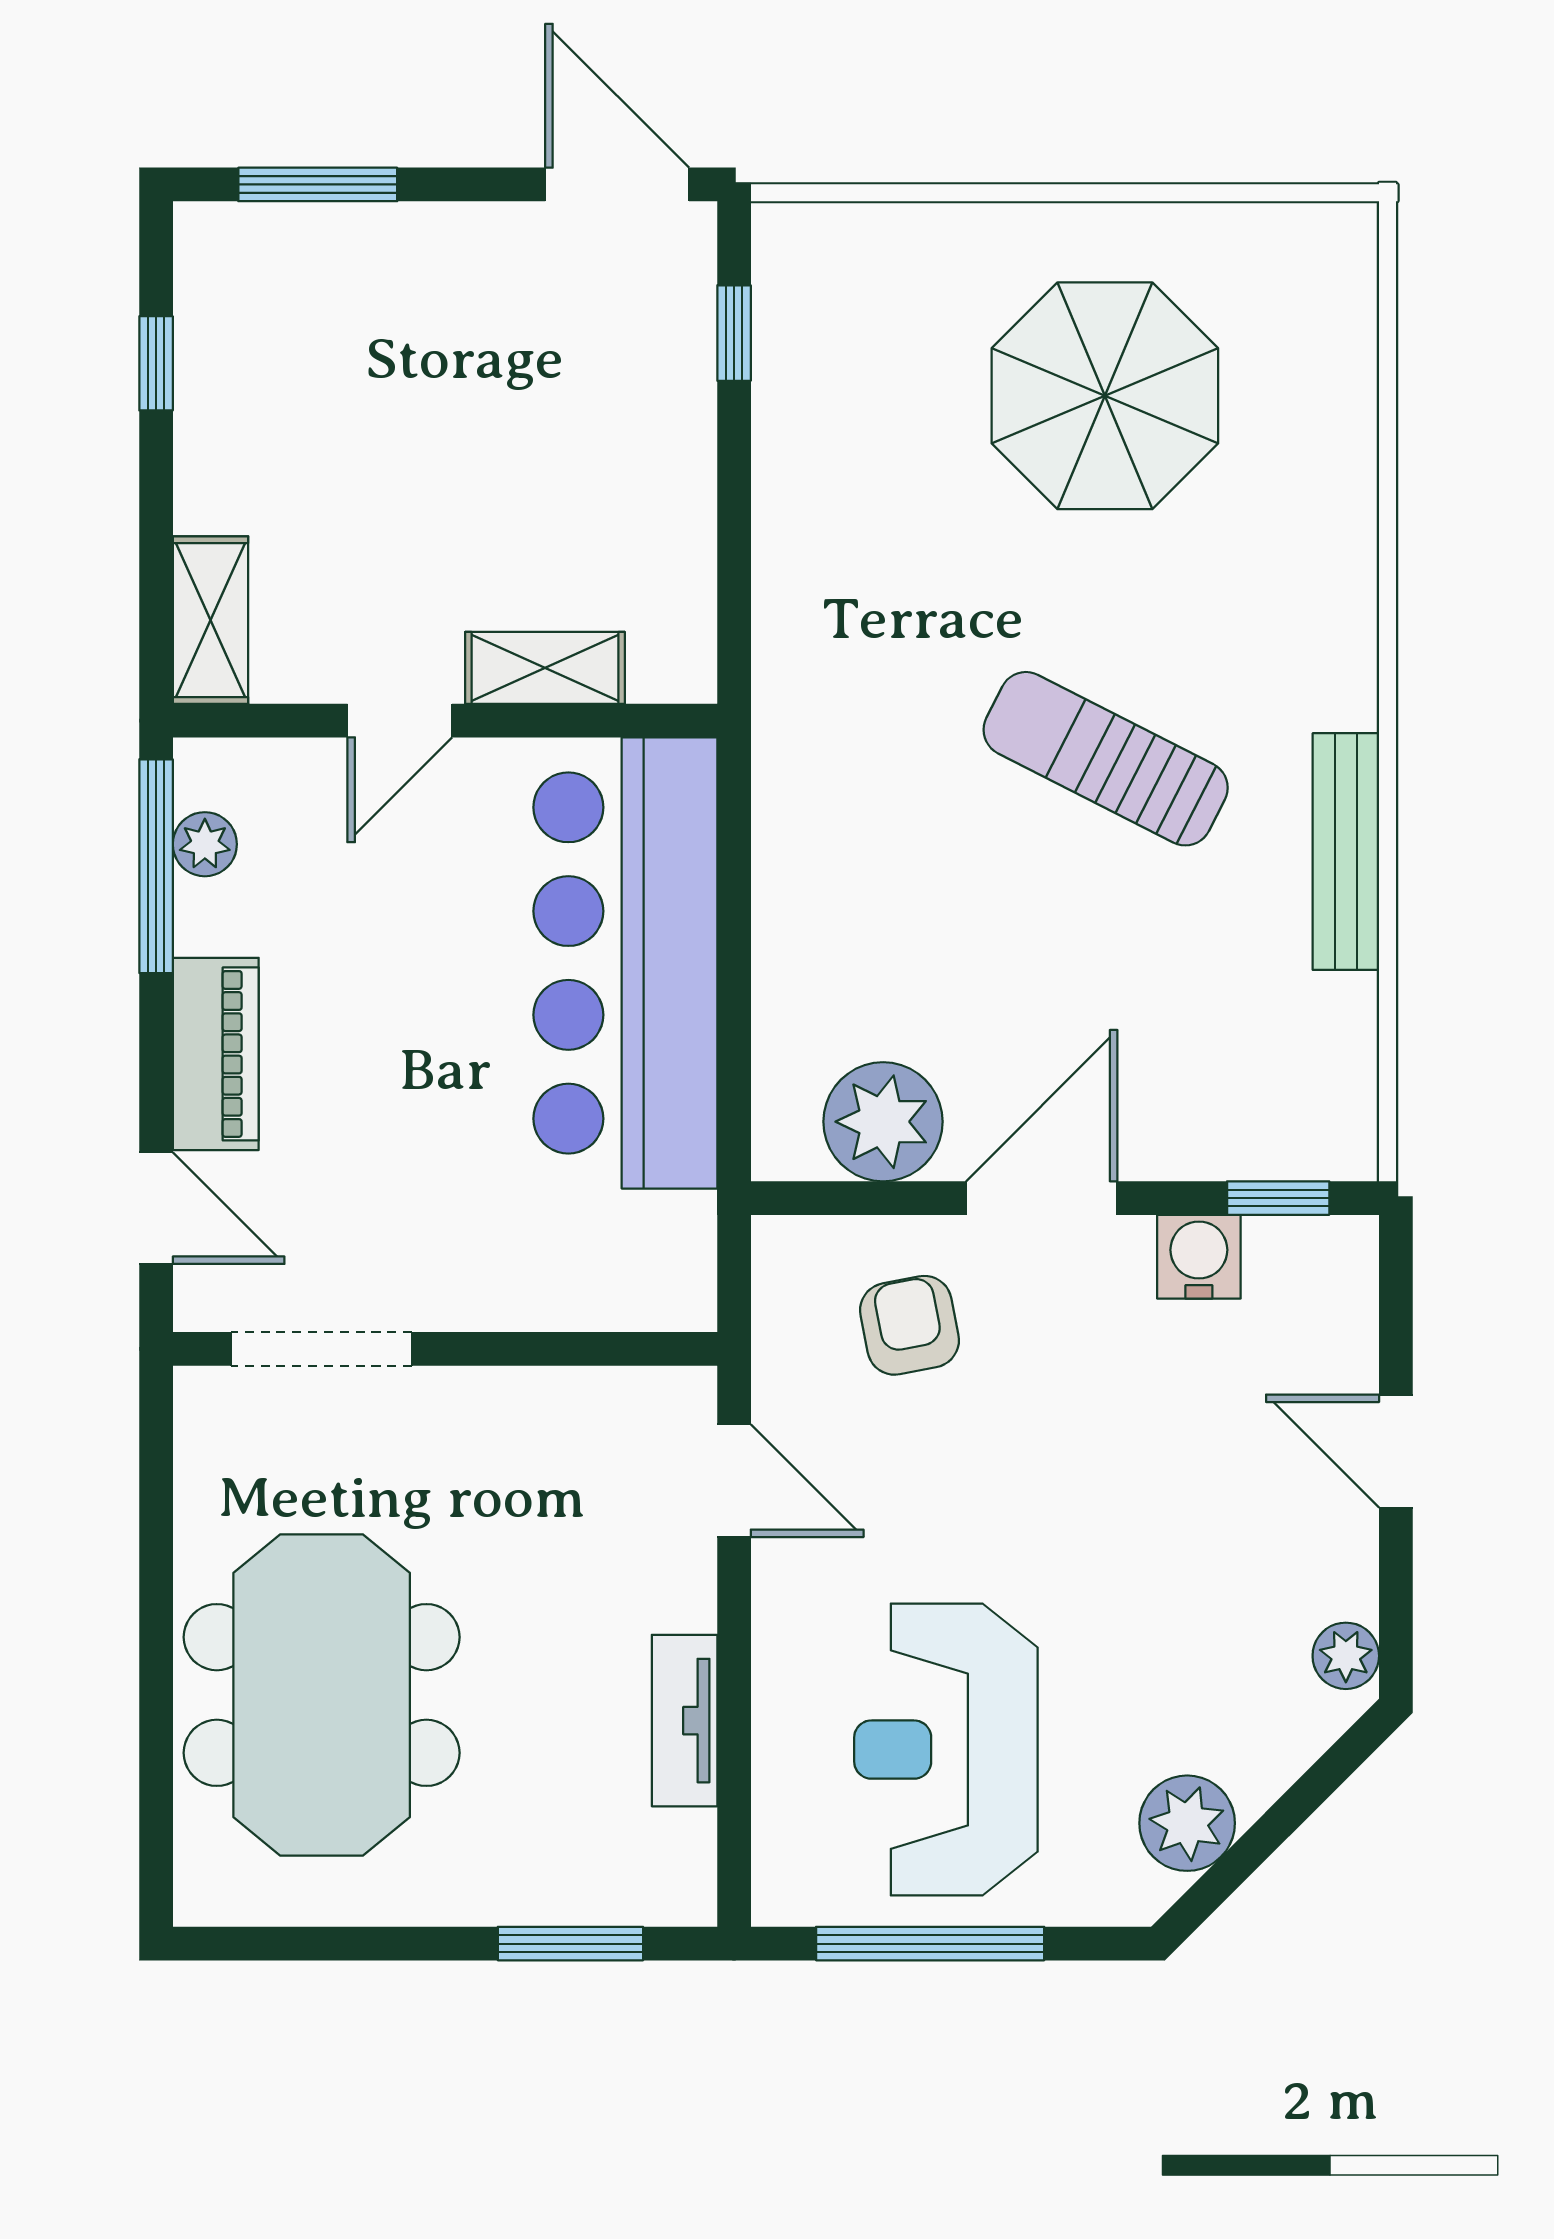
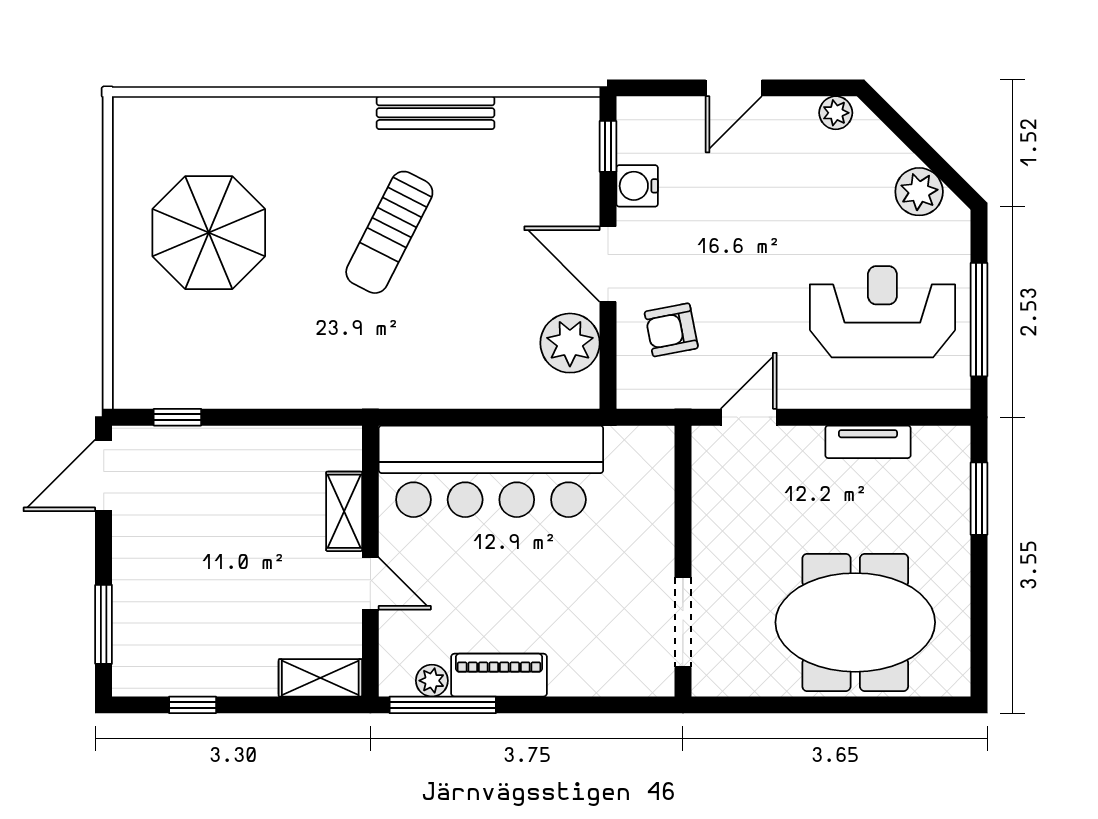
piano: (216, 1054) -> (499, 675), moved
door: (156, 1208) -> (613, 705), removed
reception desk: (946, 1750) -> (882, 312), turned 180

